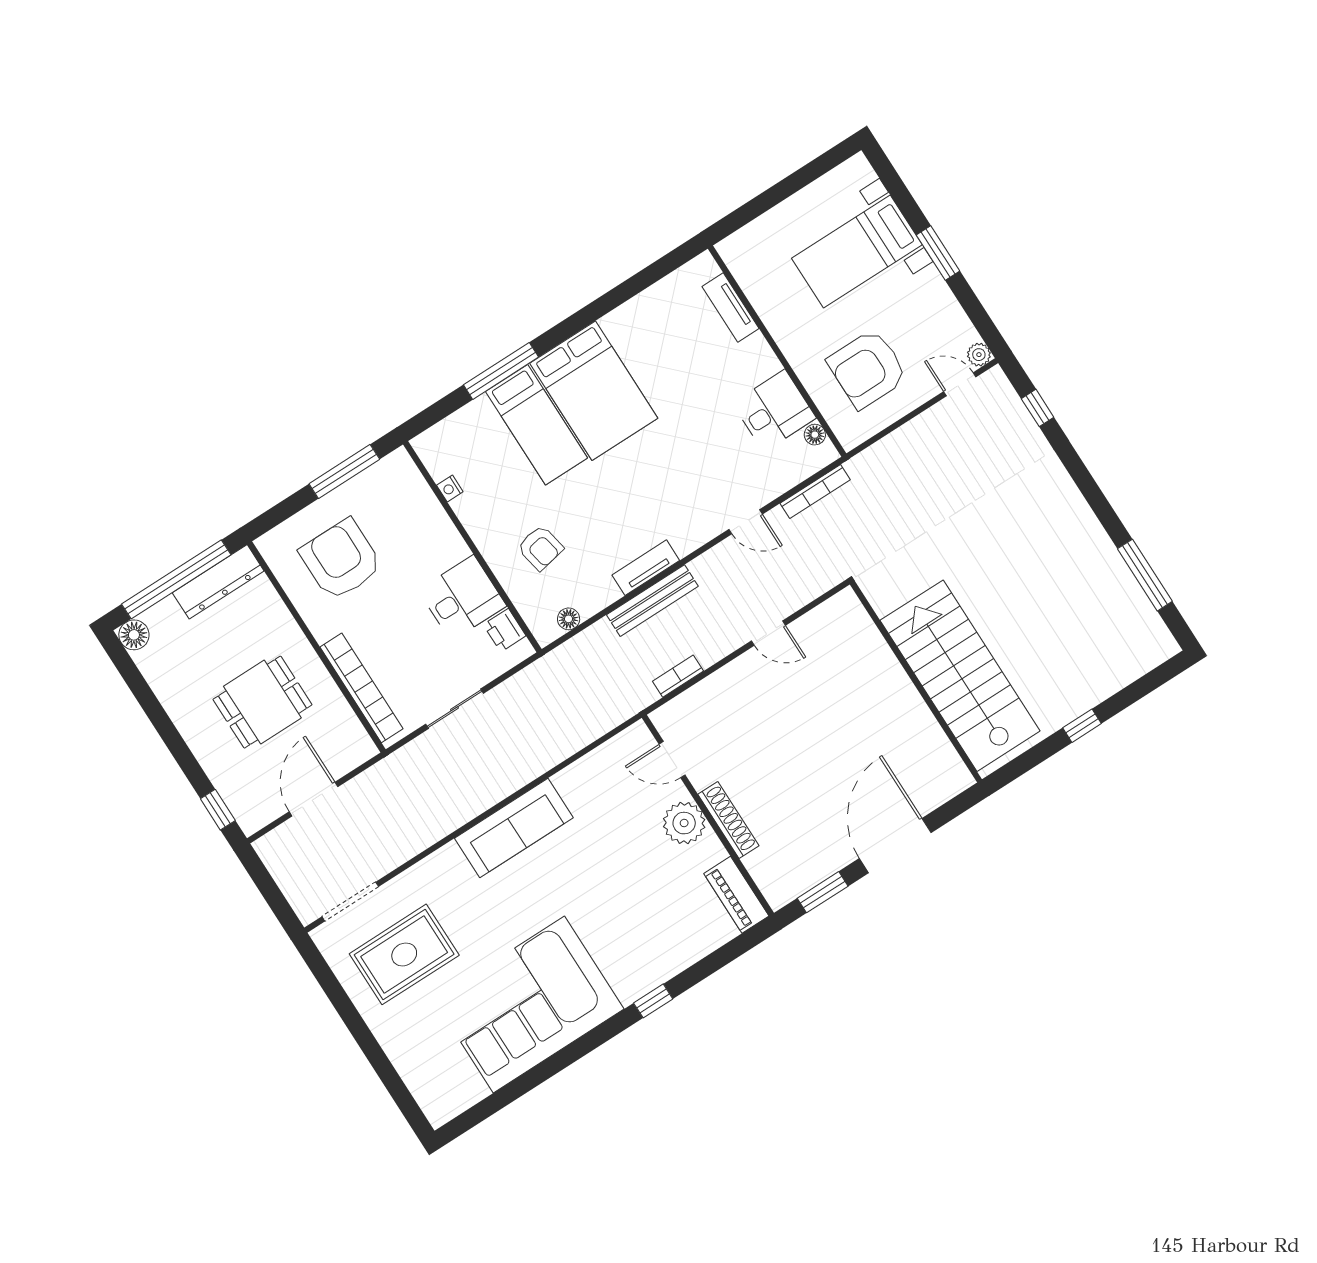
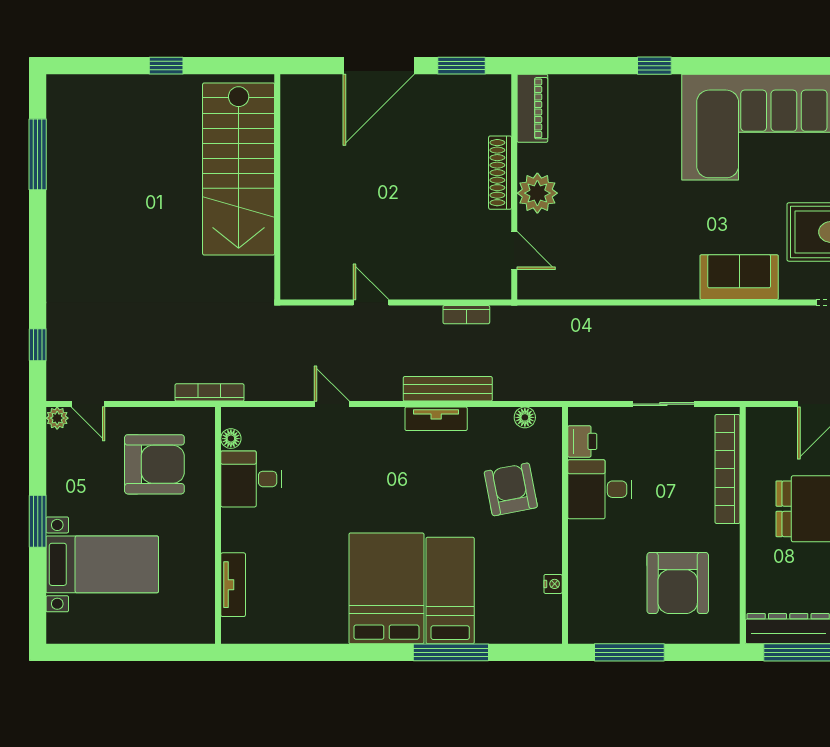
bookcase: (815, 492) -> (209, 392), moved
armchair: (540, 548) -> (511, 489), width x1.38, depth x1.38
sofa: (514, 828) -> (739, 277), moved, width x0.73

